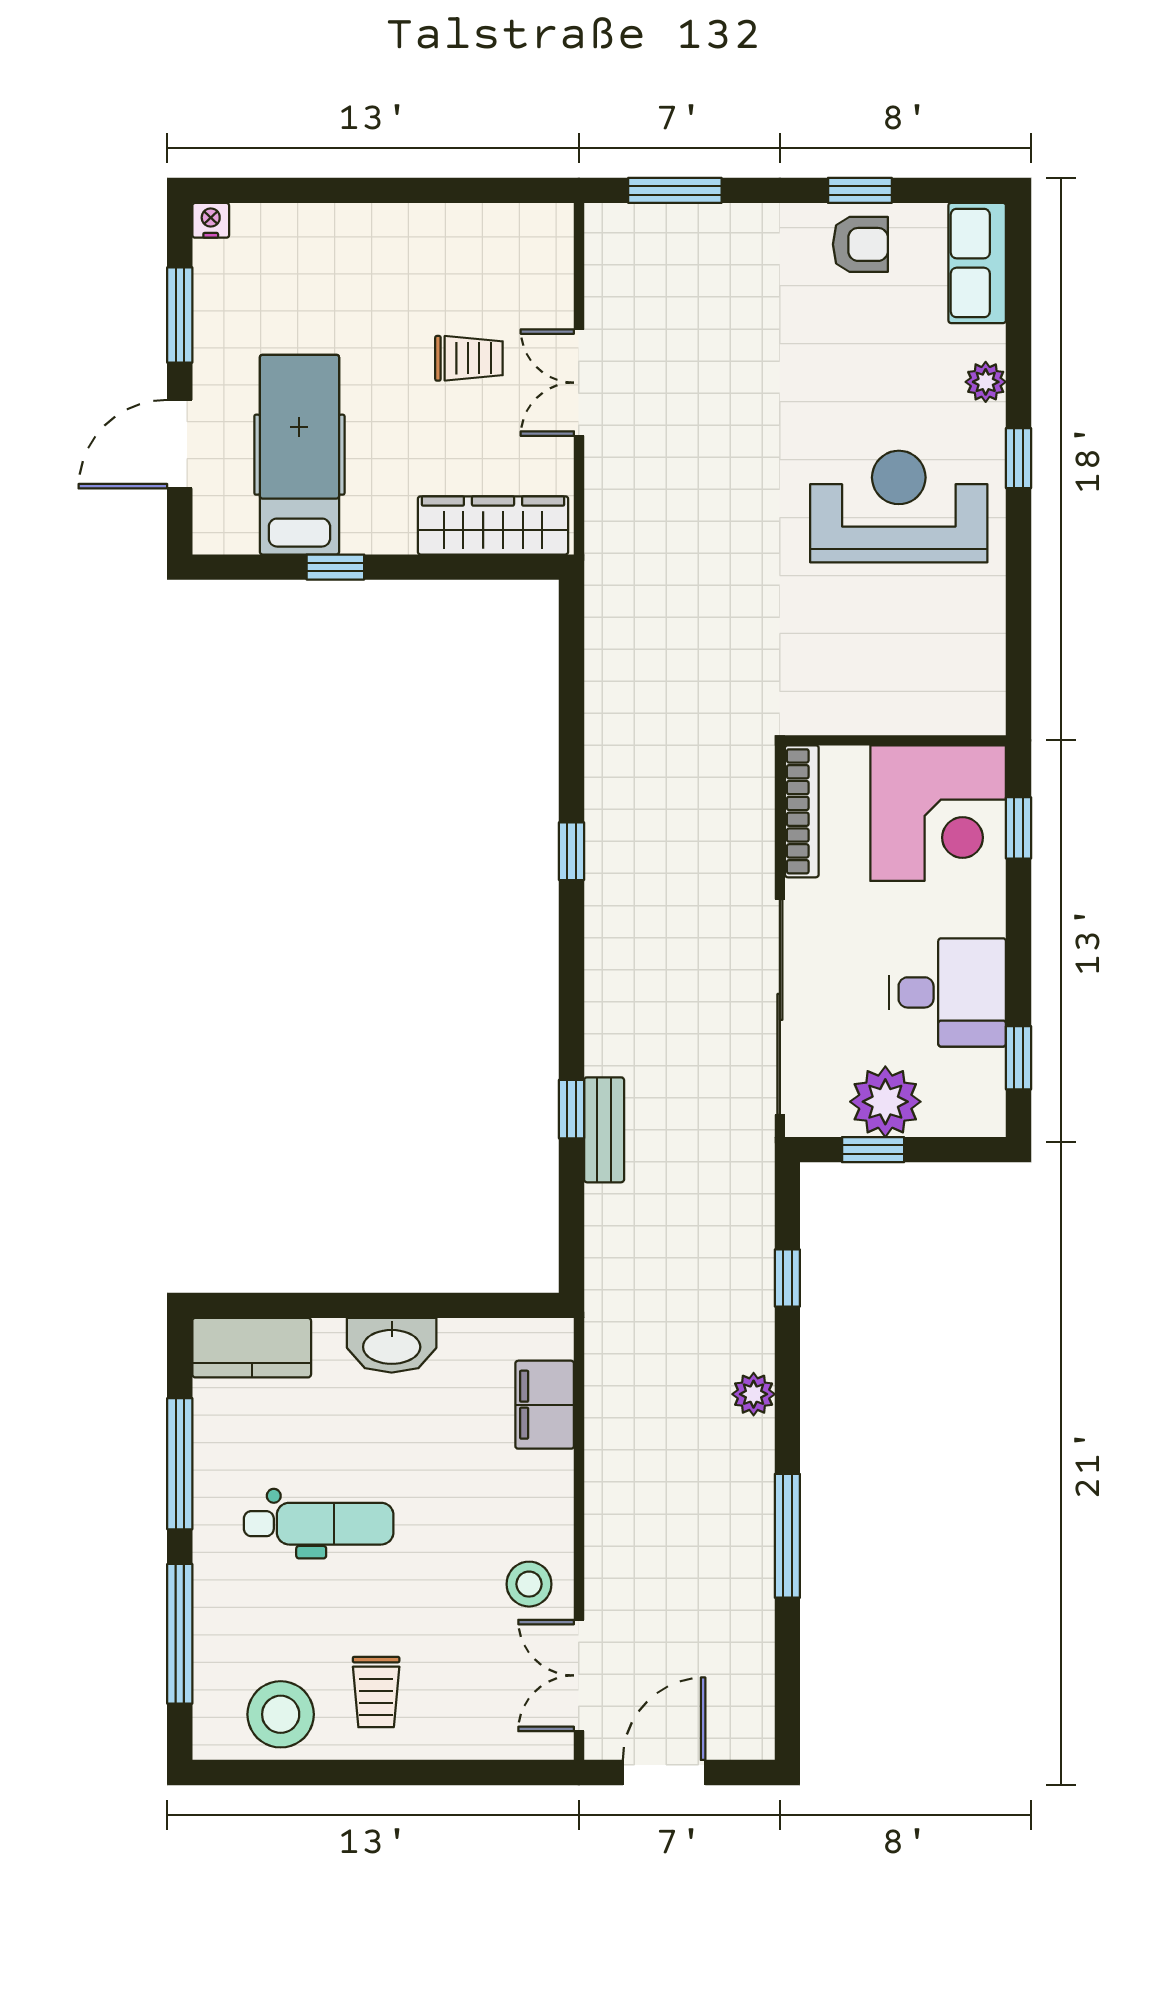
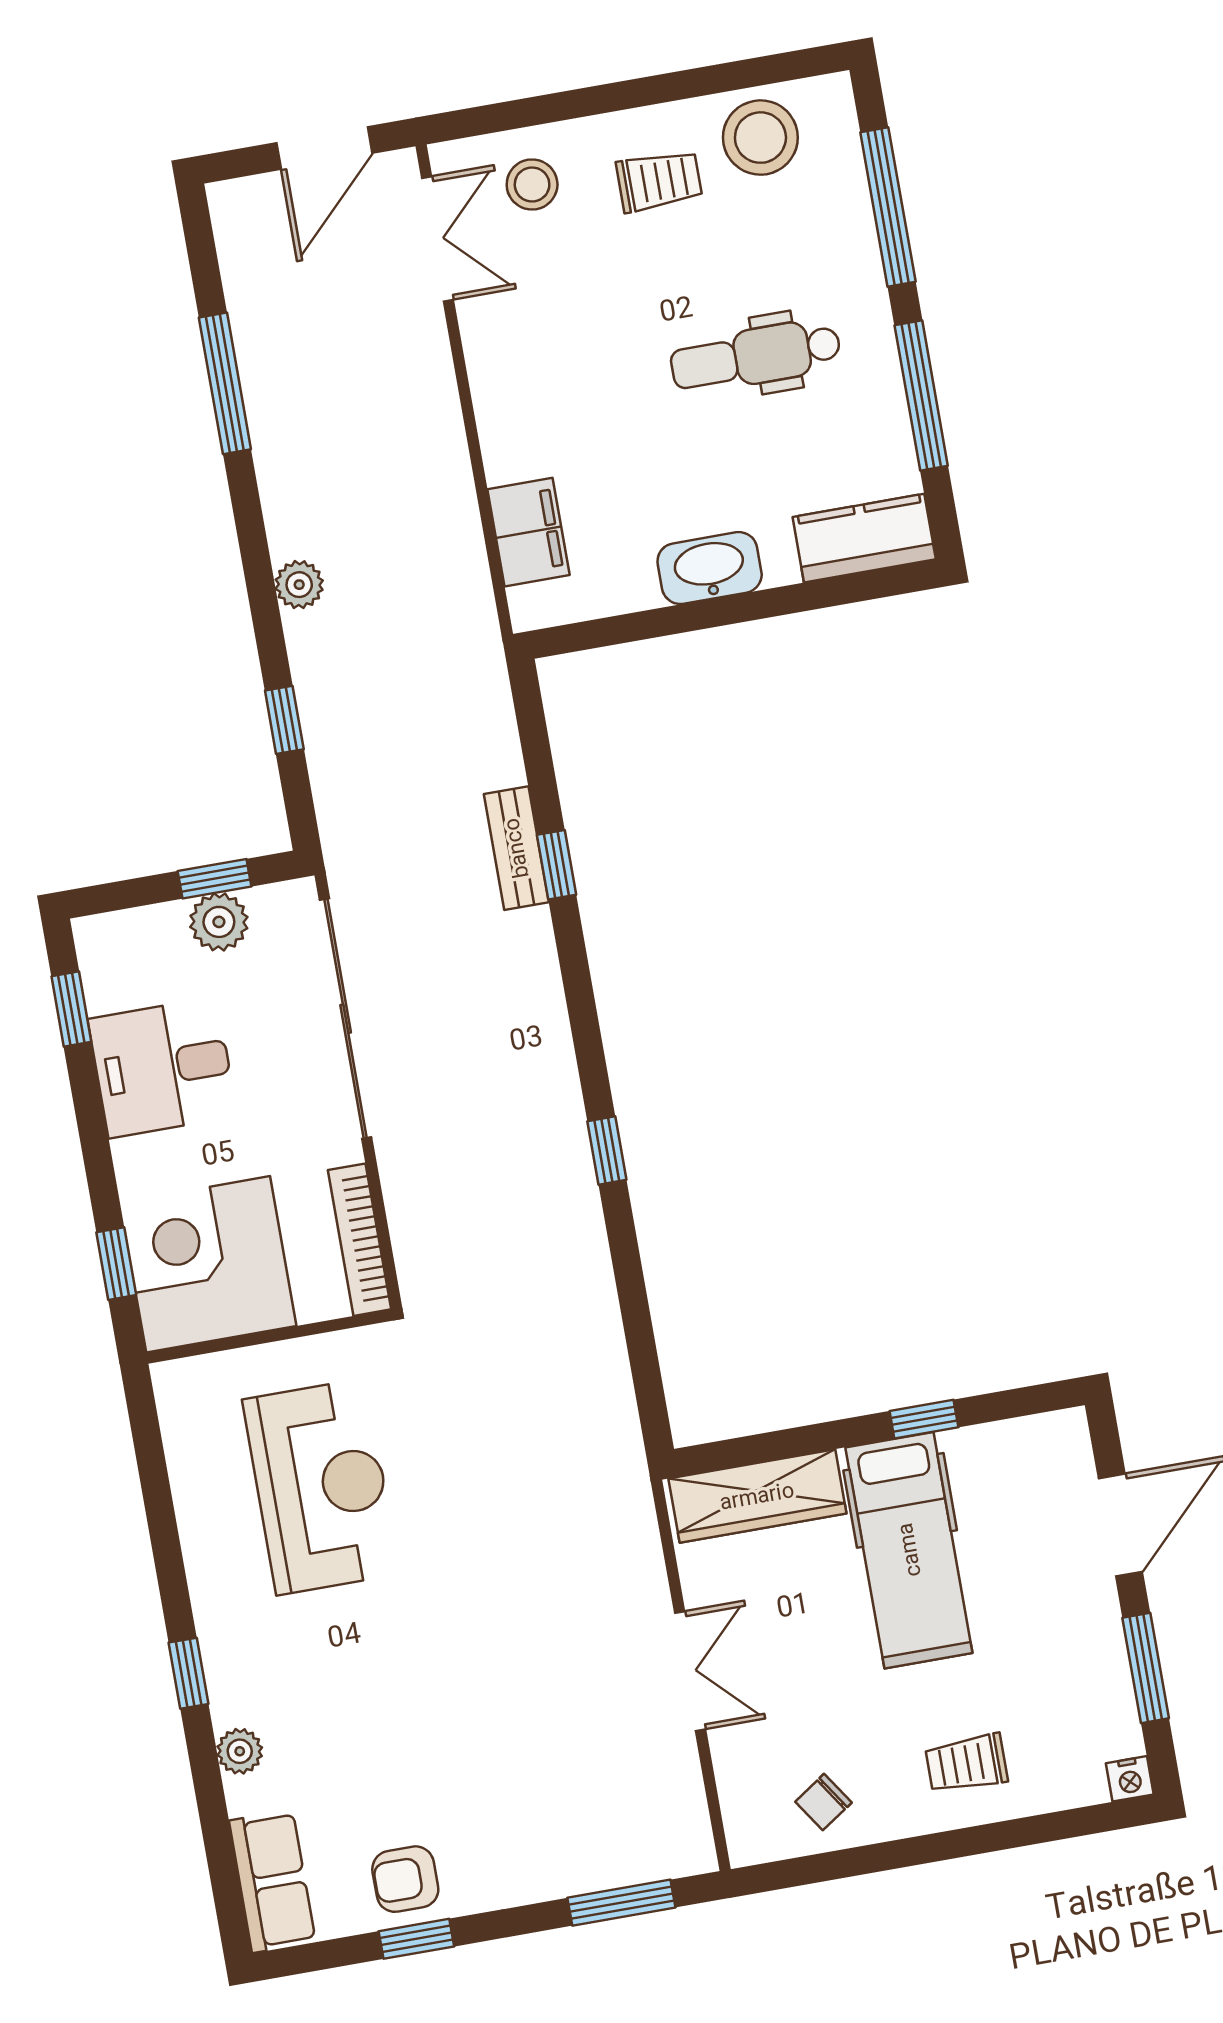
chair: (482, 247) -> (823, 1802), added
trolley: (469, 358) -> (966, 1763), moved
hospital bed: (299, 455) -> (909, 1550), moved
reception desk: (899, 506) -> (321, 1487), moved, turned -90
plant: (885, 1102) -> (219, 922), width x0.73, depth x0.73
window: (787, 1536) -> (225, 383), moved
stool: (529, 1584) -> (532, 184), moved
trolley: (376, 1692) -> (659, 181), turned 90

